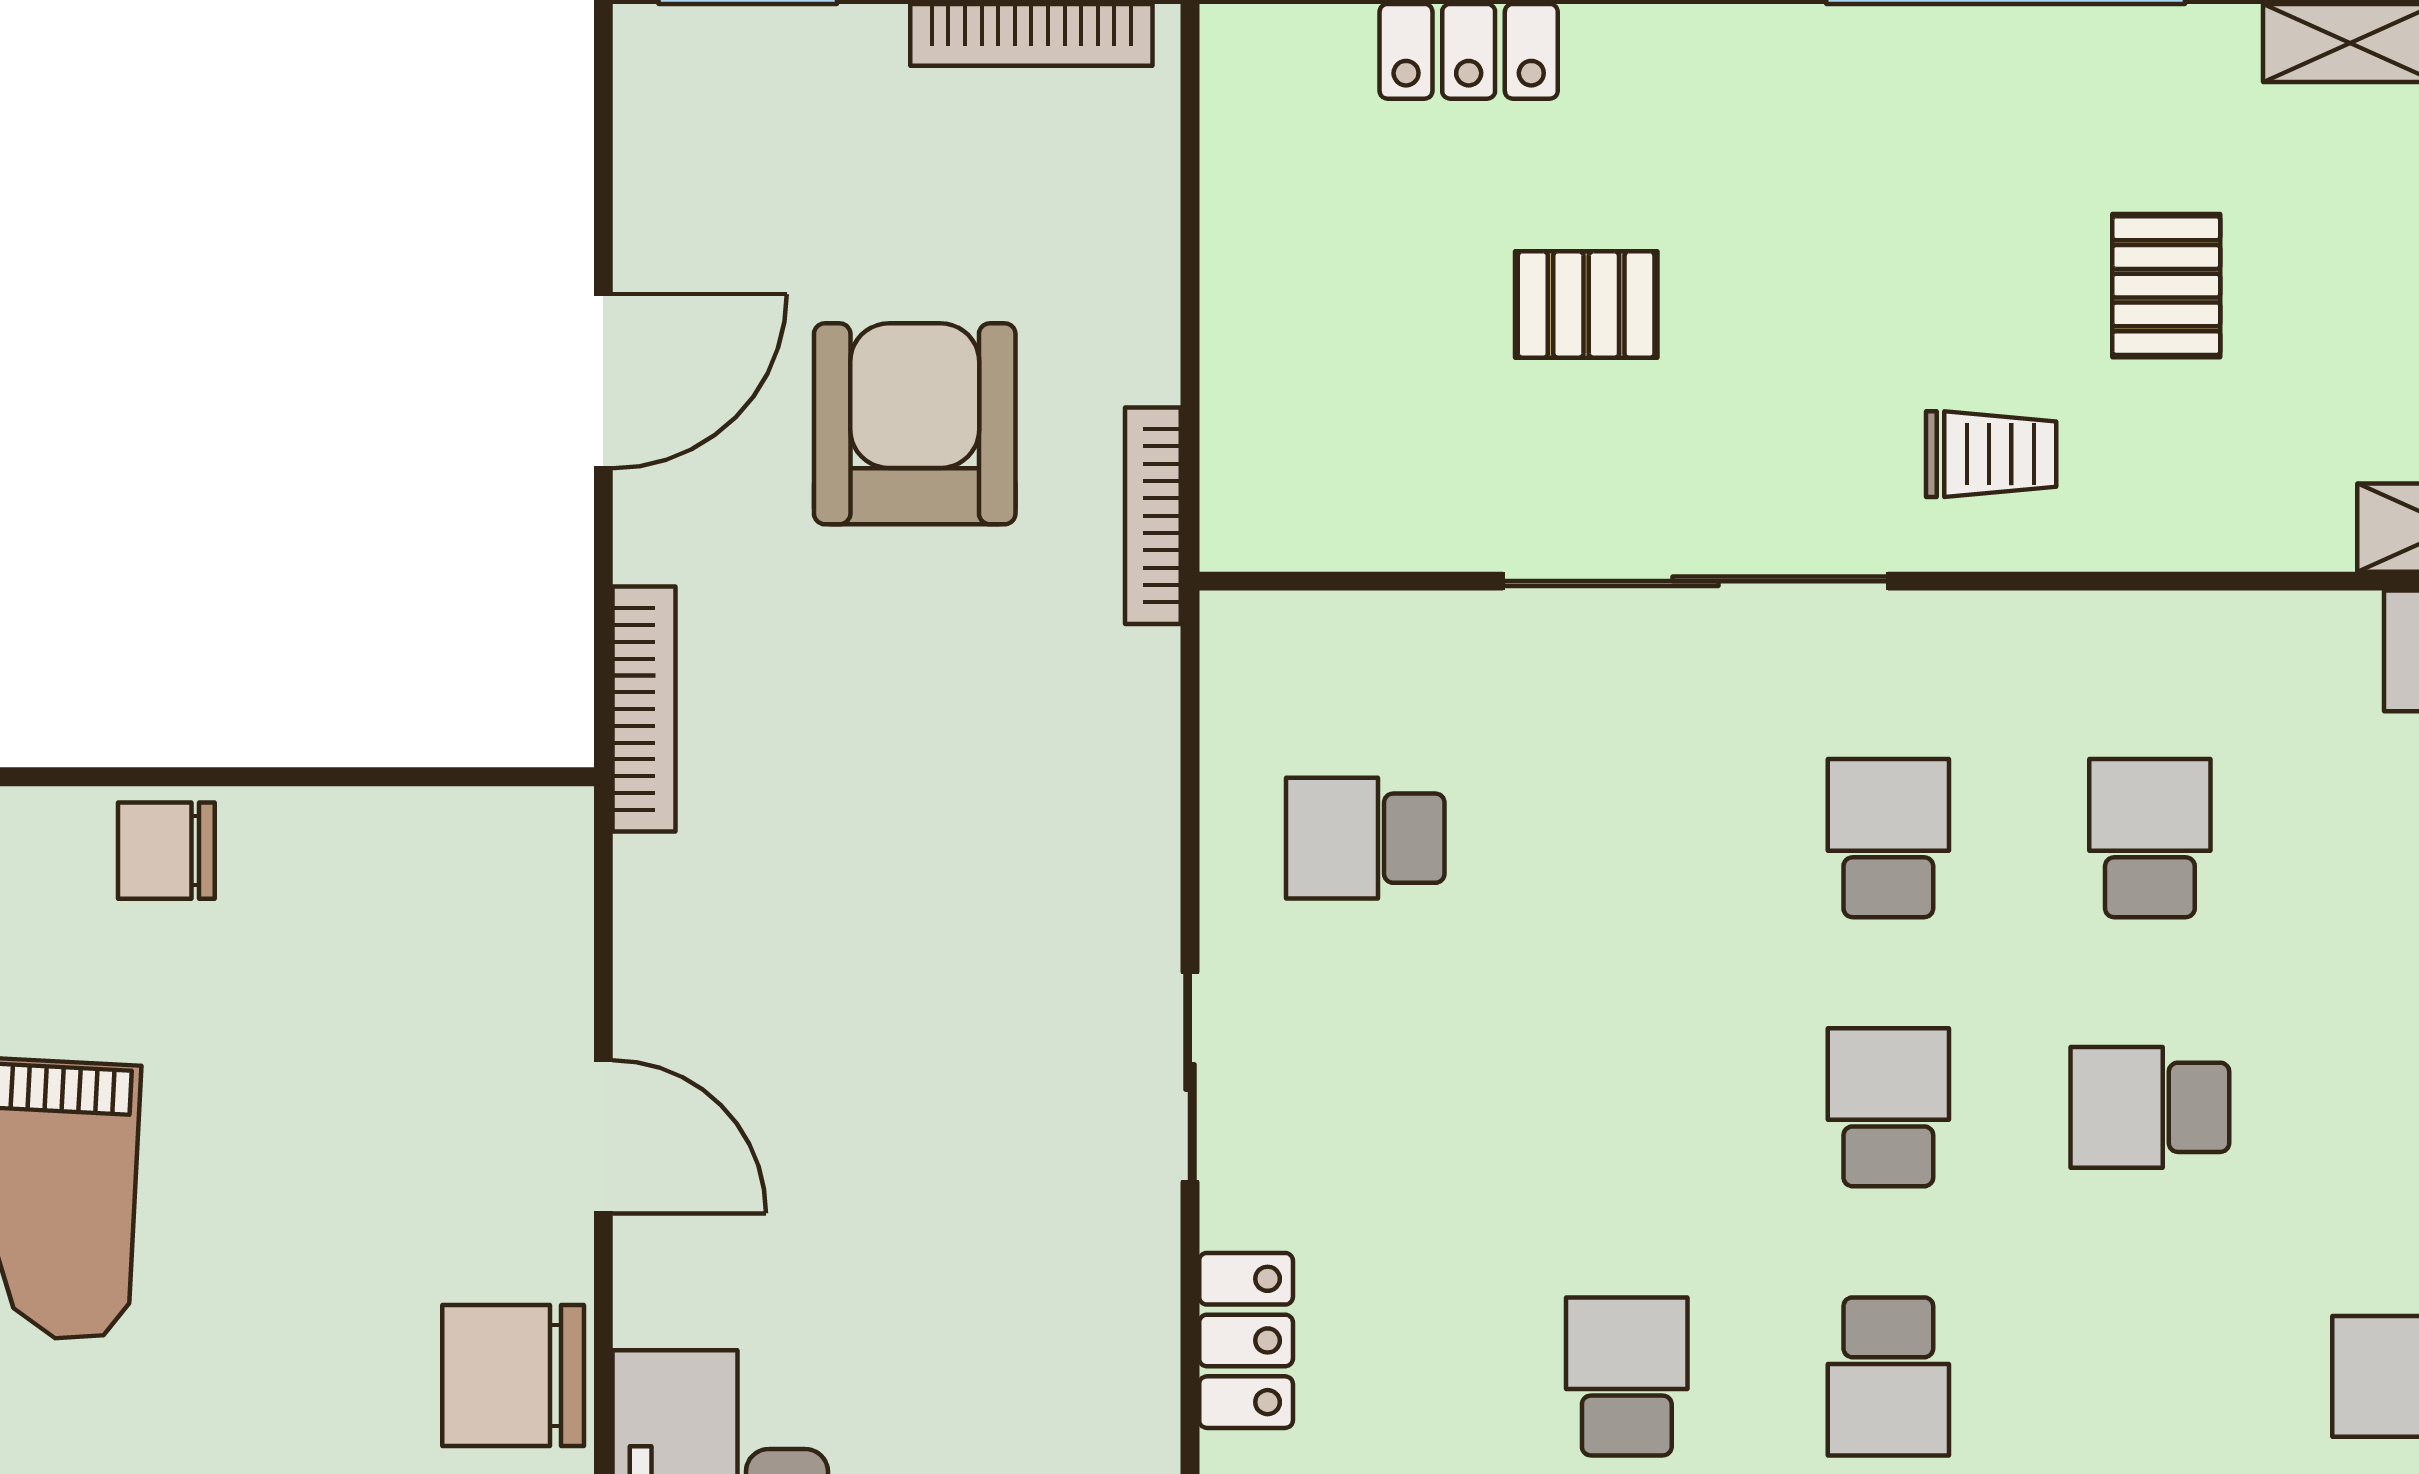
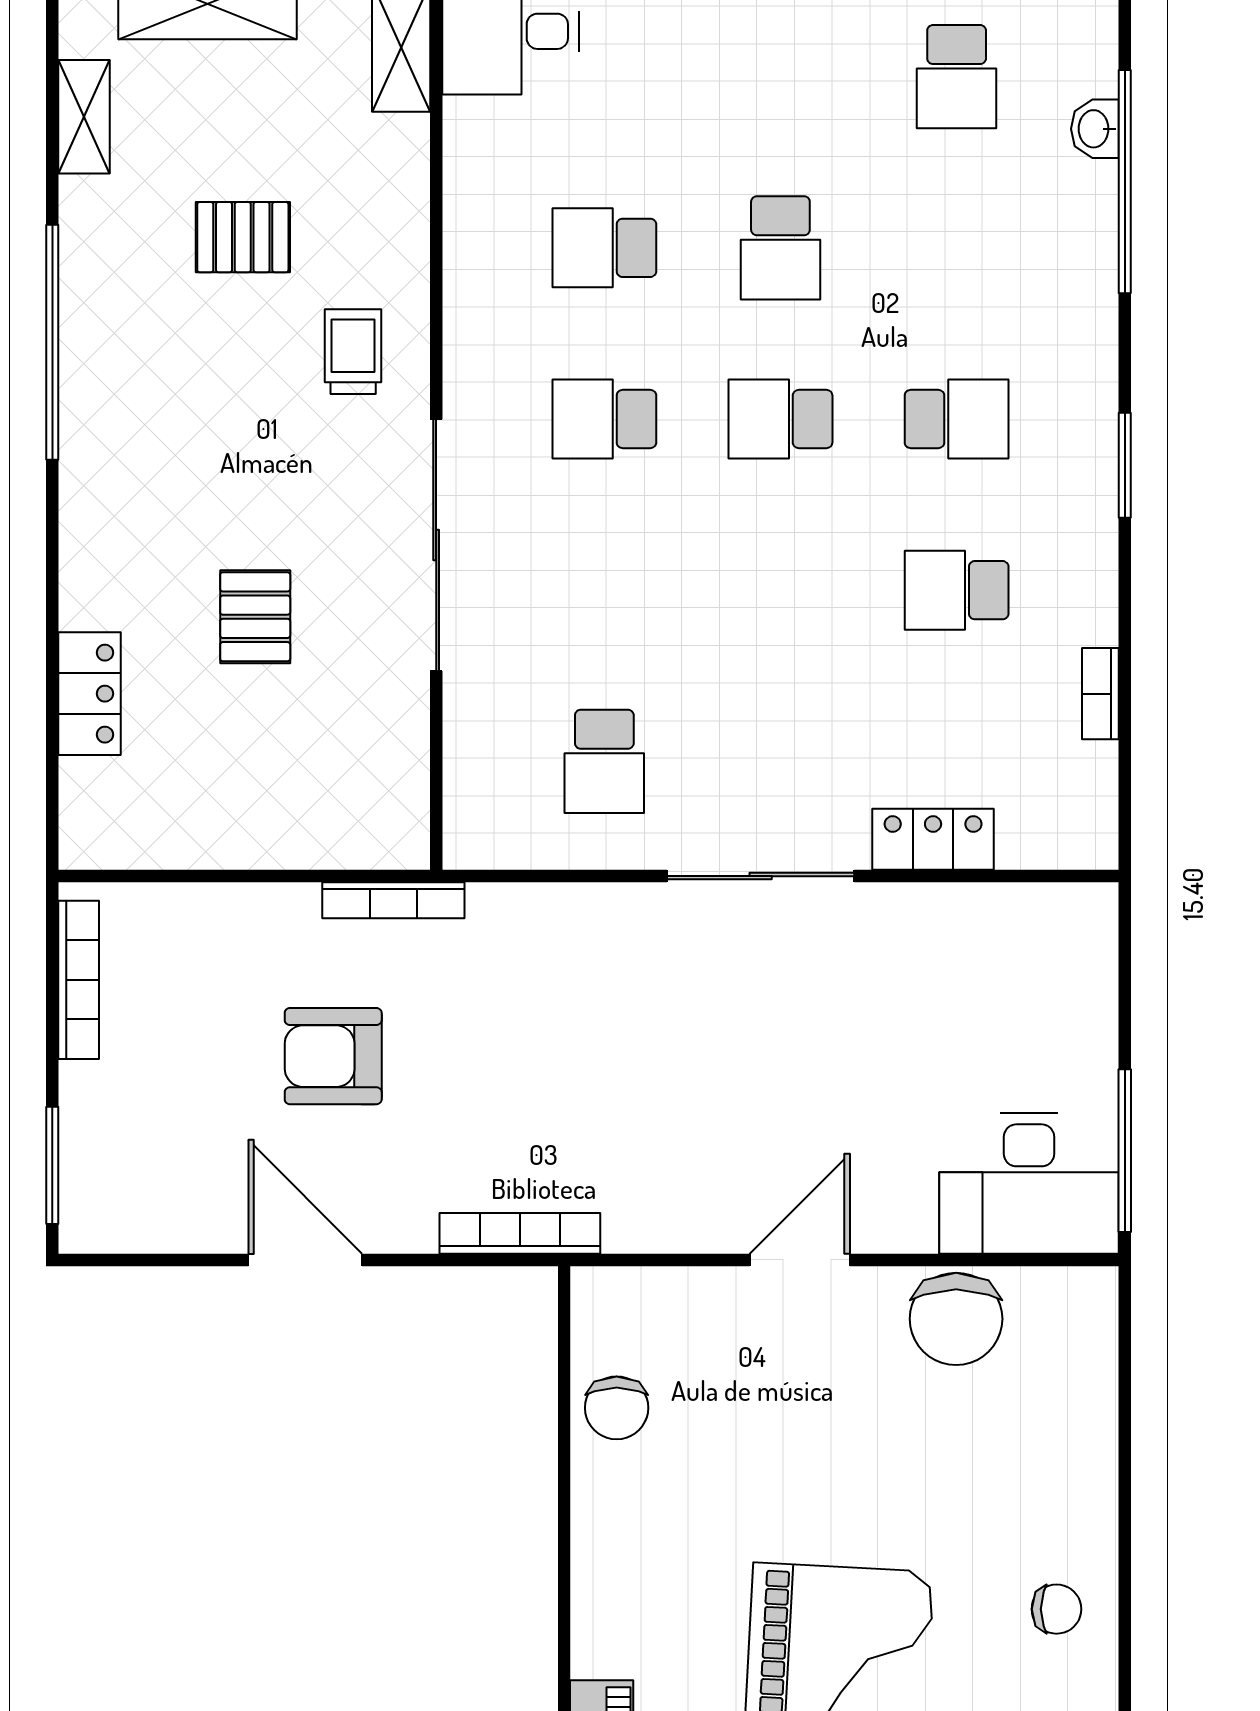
armchair: (915, 424) -> (333, 1056), width x0.73, depth x0.73
chair: (166, 851) -> (617, 1408), moved
sliding door: (1190, 1077) -> (761, 876), width x1.37

